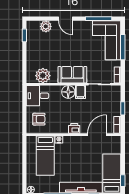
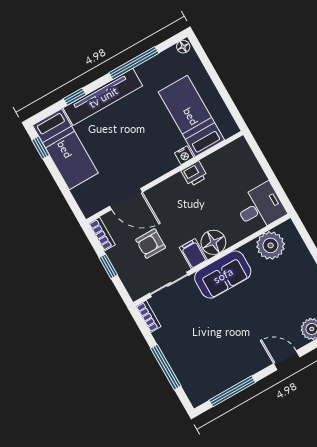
corner sofa: (107, 40) -> (199, 363), removed
armchair: (39, 119) -> (151, 244), moved
printer: (74, 128) -> (194, 174), moved
door: (97, 135) -> (126, 199), hinge flipped

